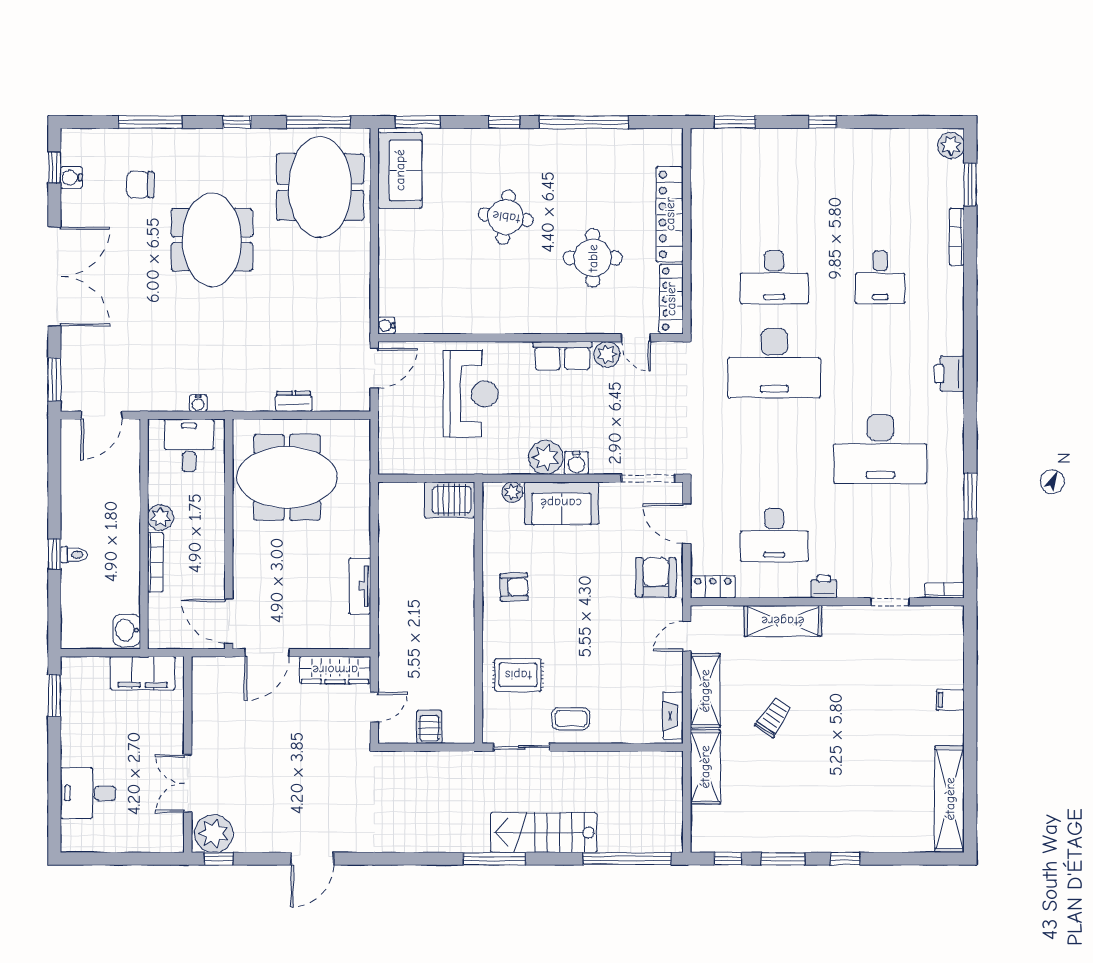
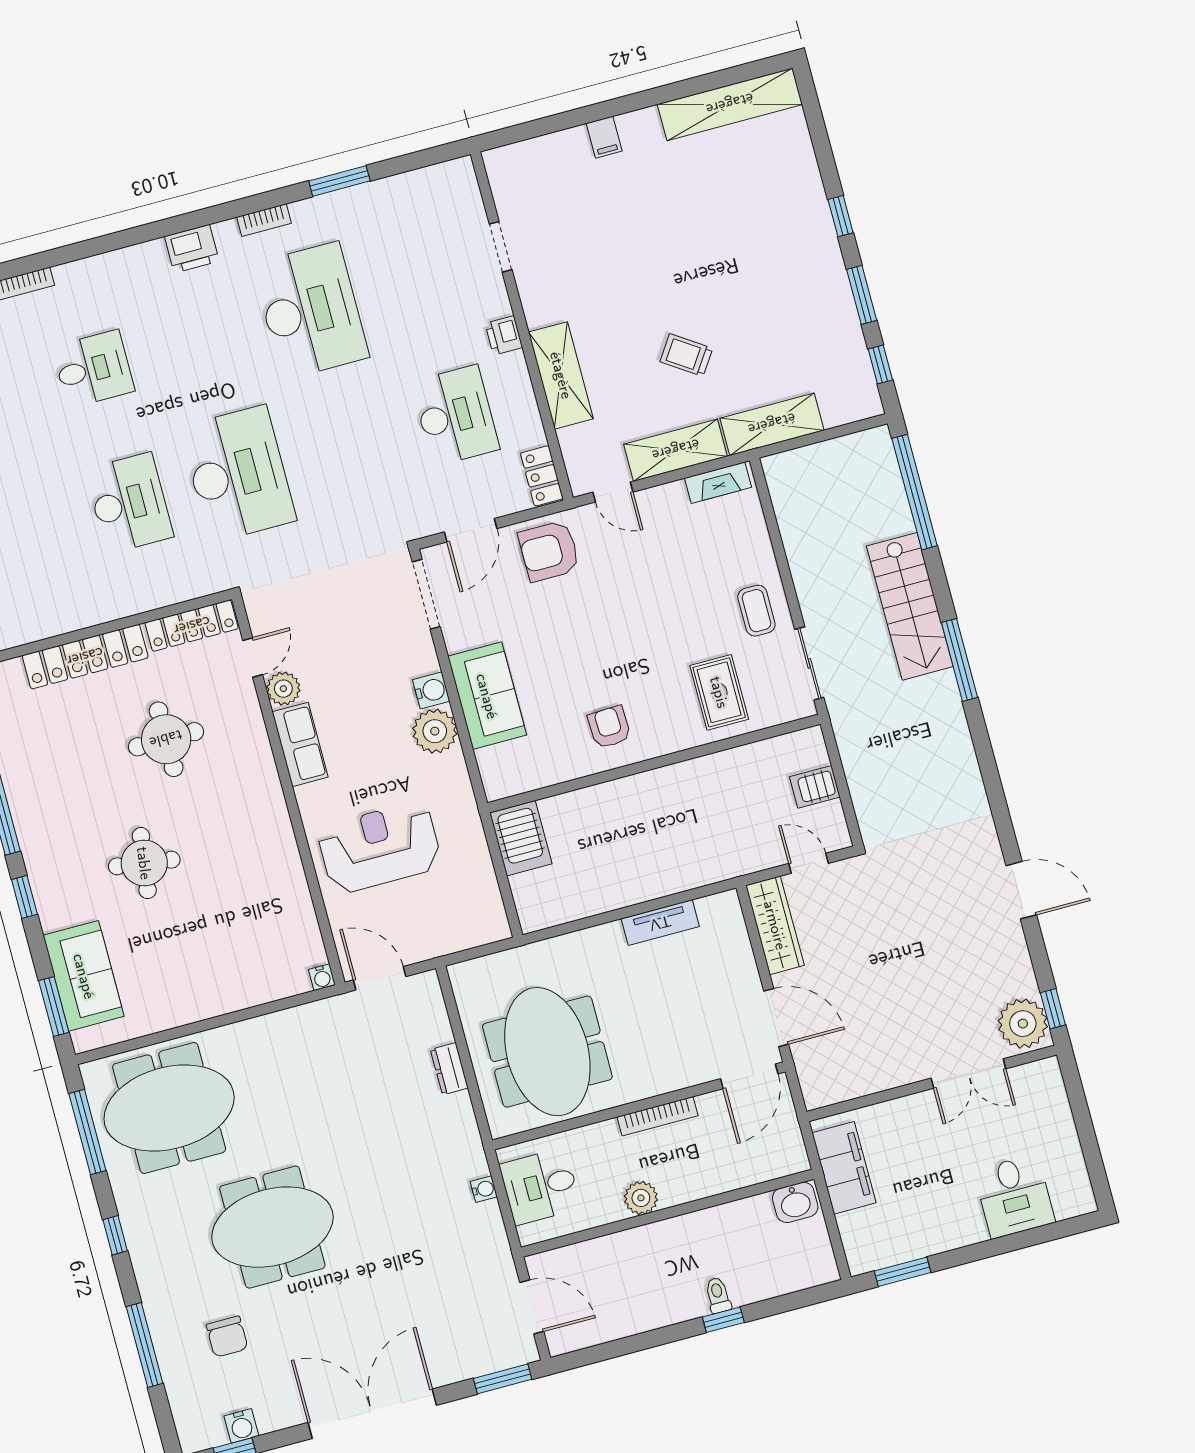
sofa: (400, 170) -> (84, 976), moved, turned 90
plant: (512, 492) -> (490, 761), removed
bookcase: (155, 562) -> (657, 1116), moved, turned 180
bookcase: (945, 590) -> (264, 220), moved, turned -90

